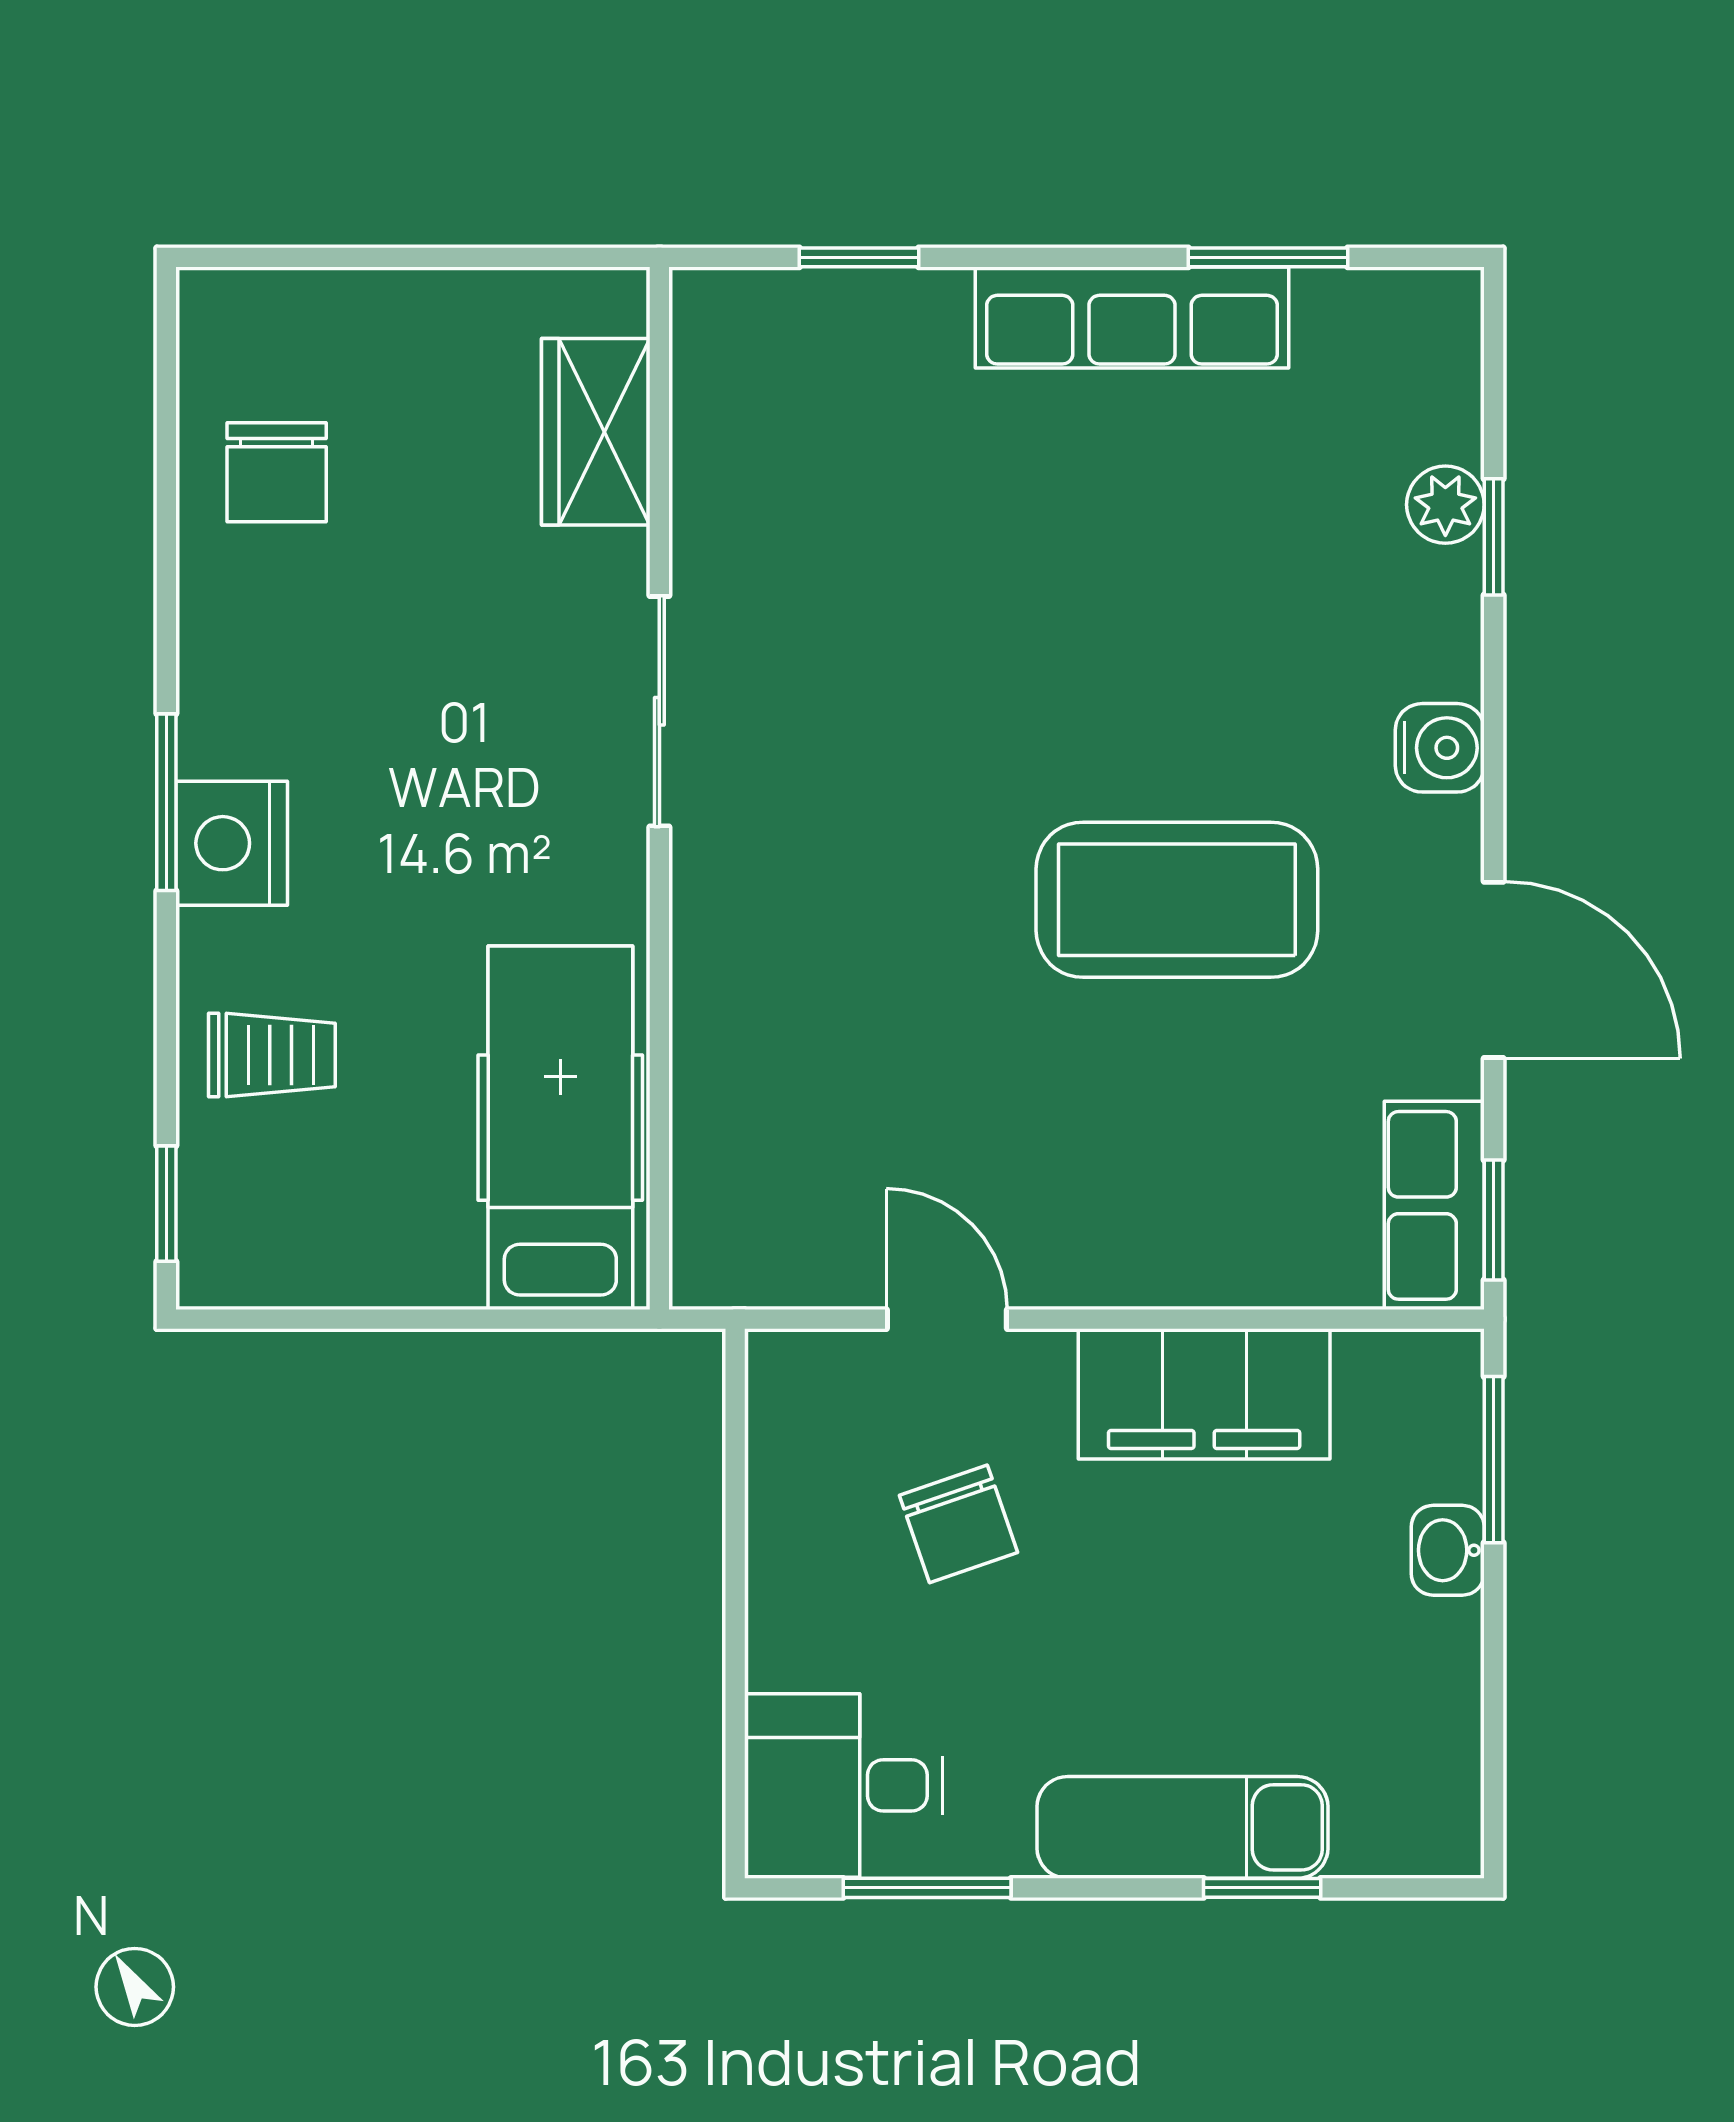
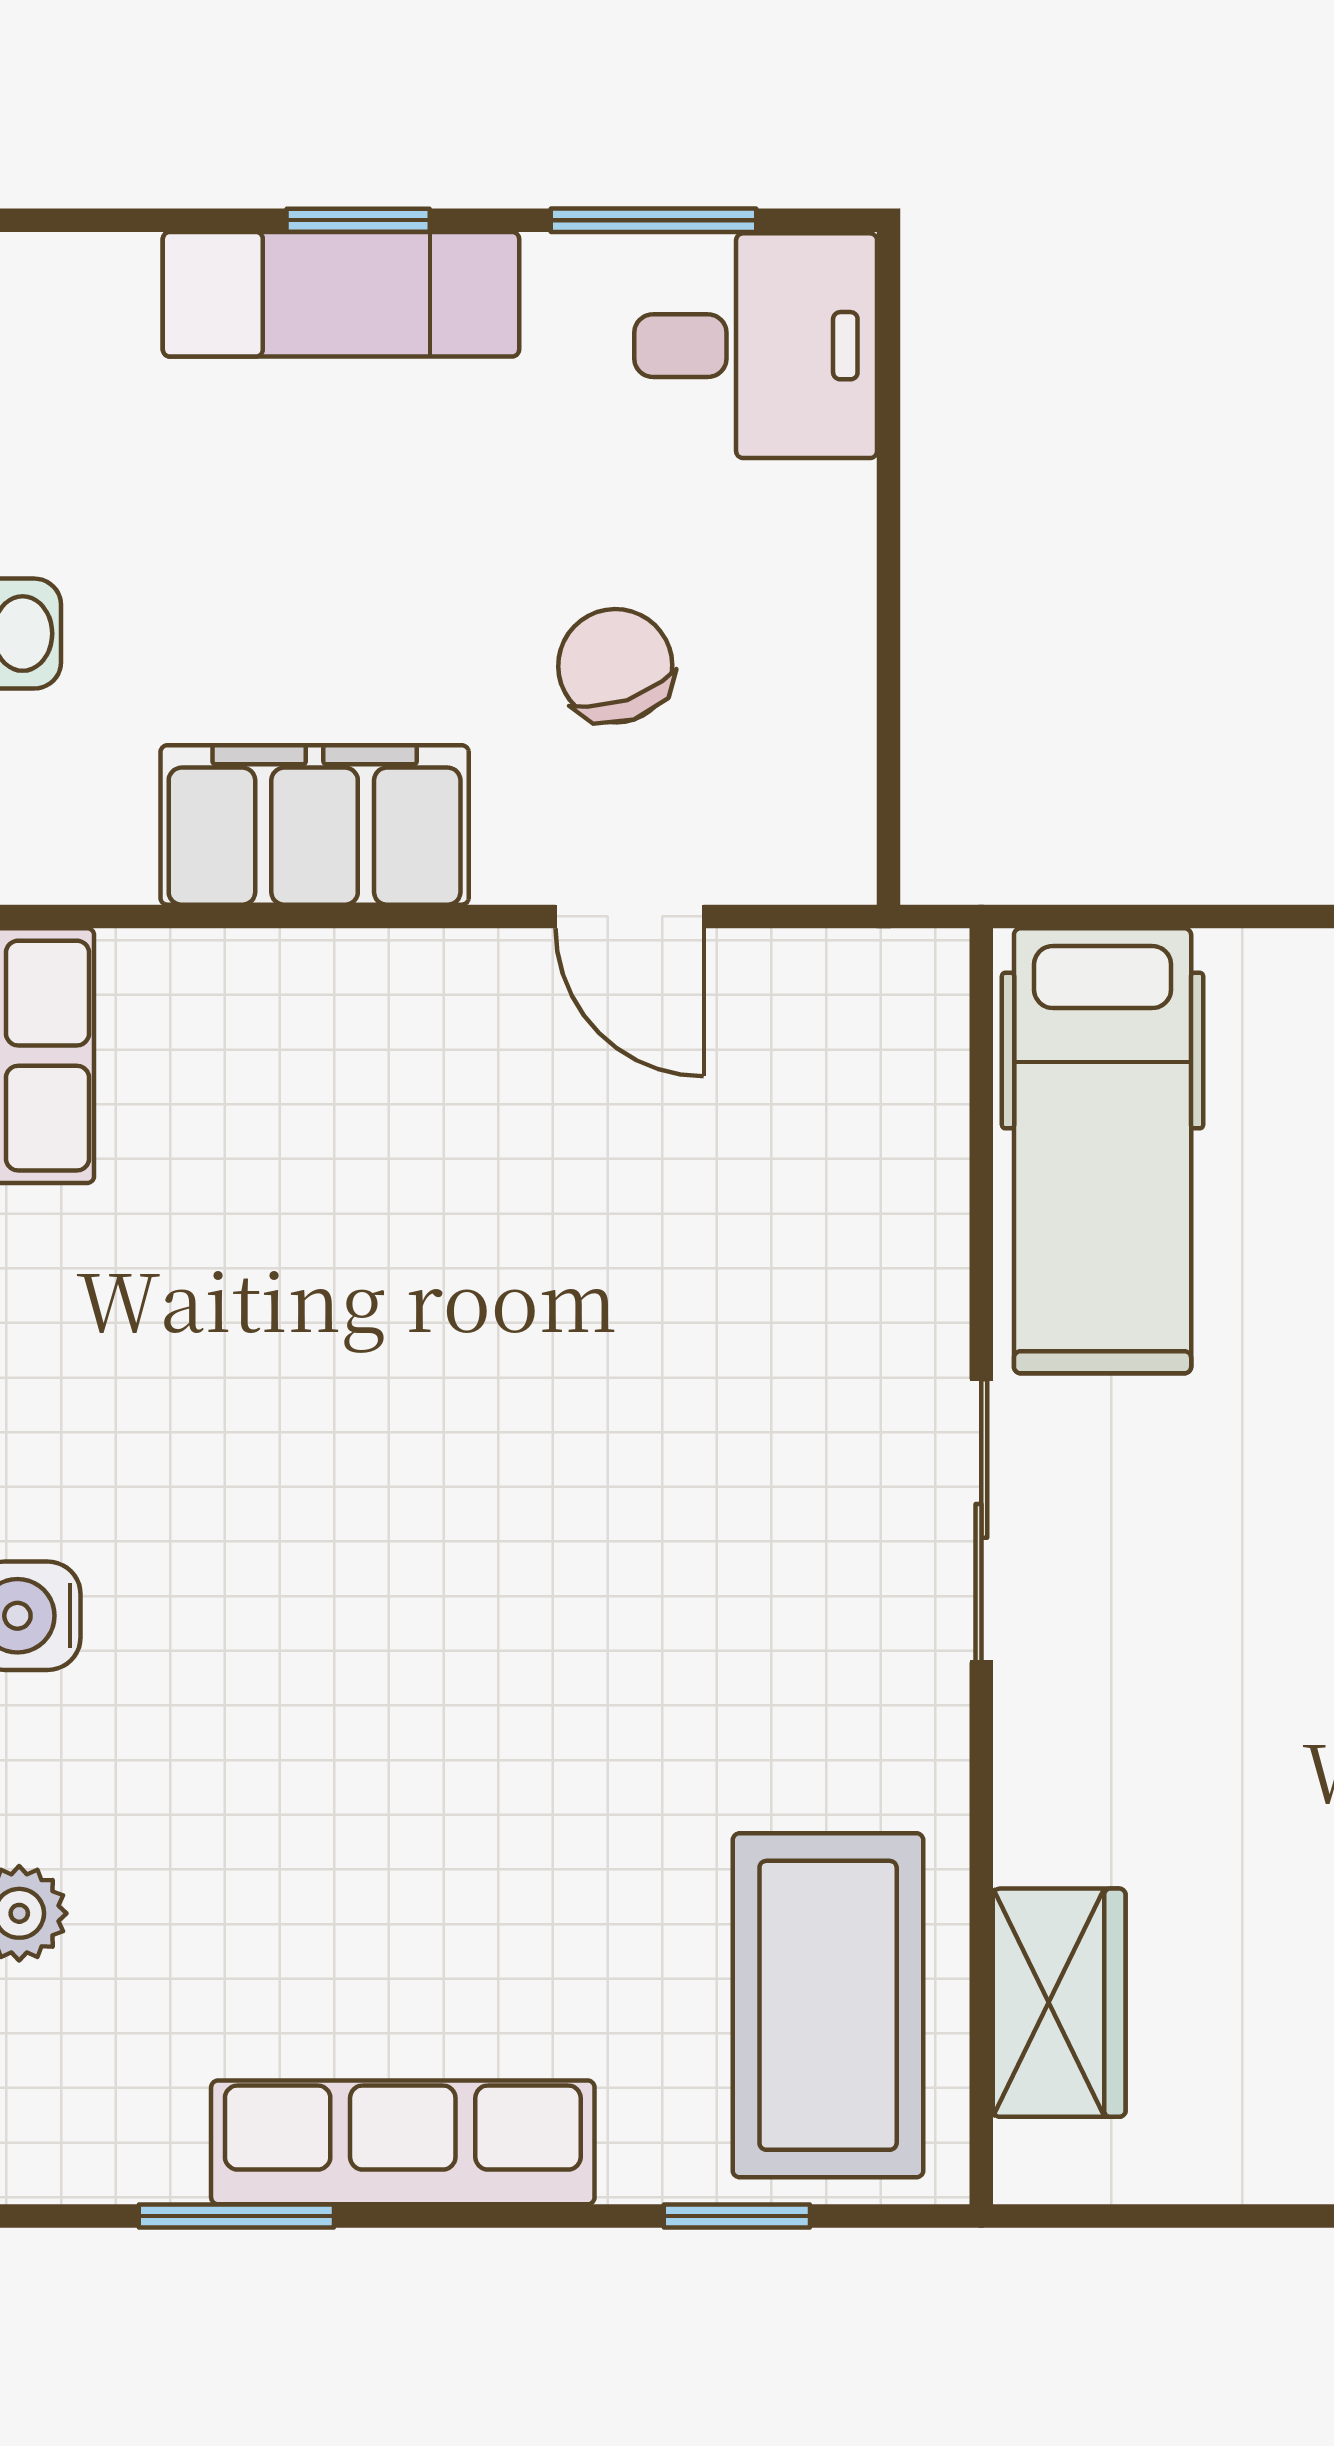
sliding door: (659, 711) -> (981, 1521), moved
coffee table: (1177, 900) -> (828, 2005), moved, turned 90
window: (1262, 1888) -> (358, 220), moved

